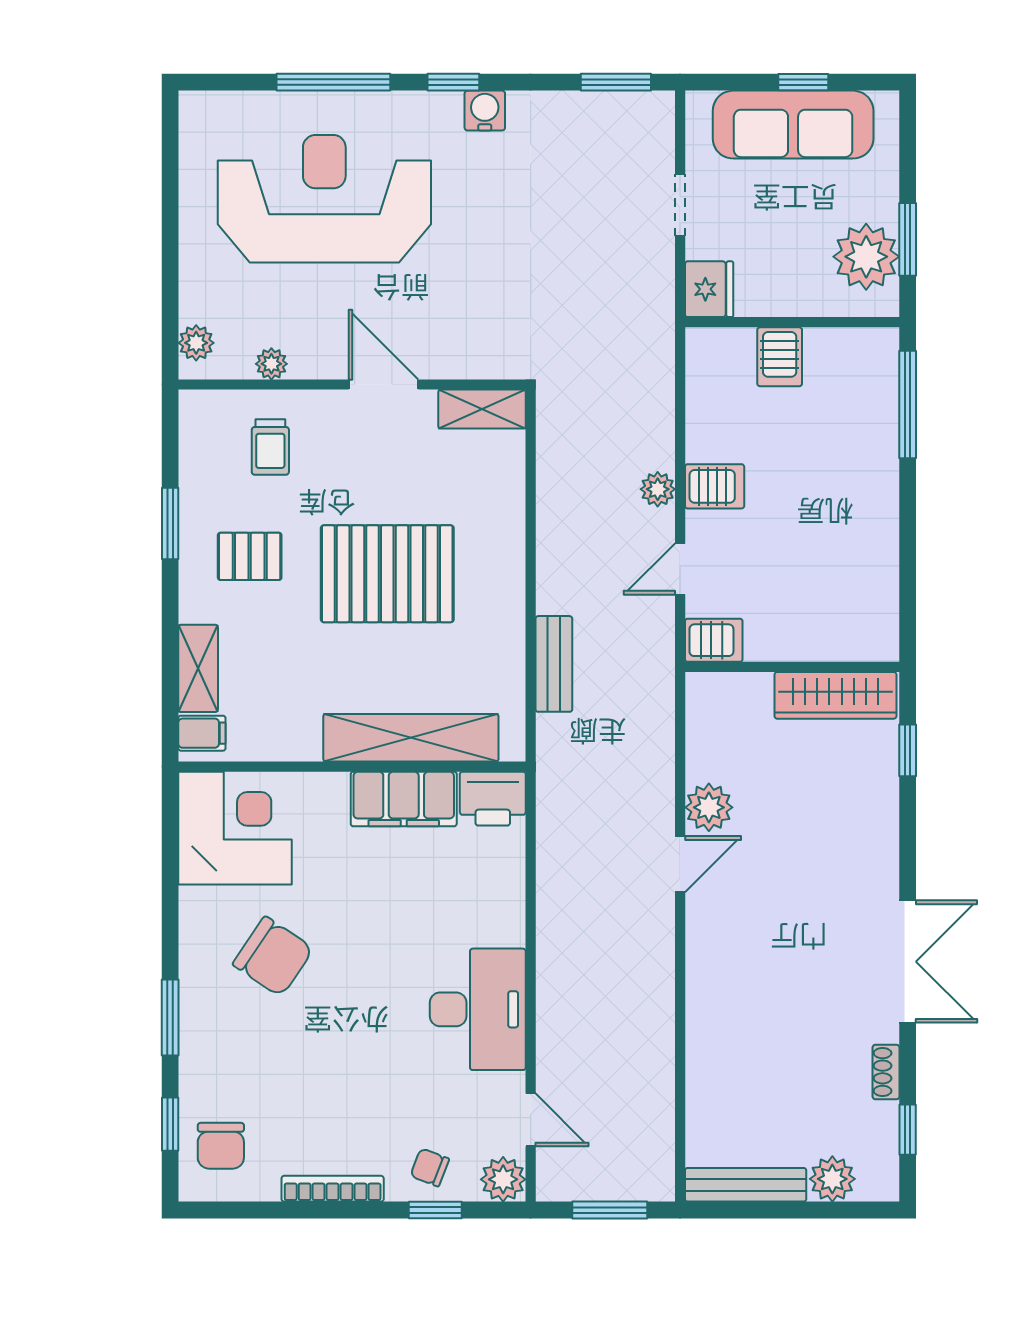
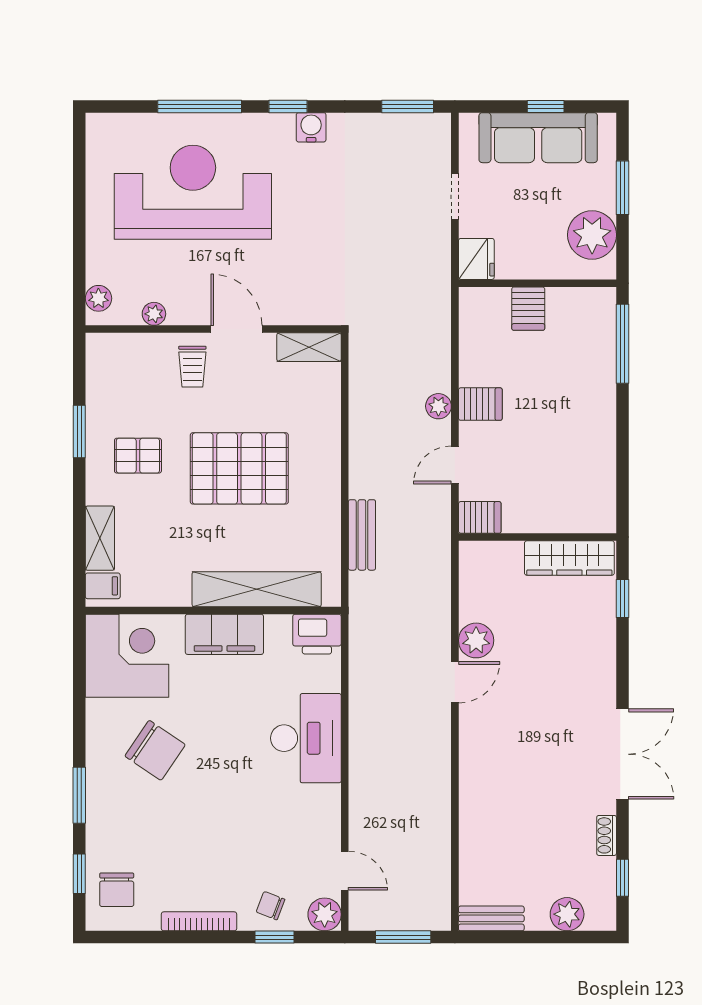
window: (908, 239) -> (622, 188), moved
trolley: (270, 447) -> (192, 367), moved
filing cabinet: (404, 799) -> (224, 634), moved
desk: (478, 1009) -> (306, 738), moved
bench: (746, 1185) -> (491, 918), width x0.73

